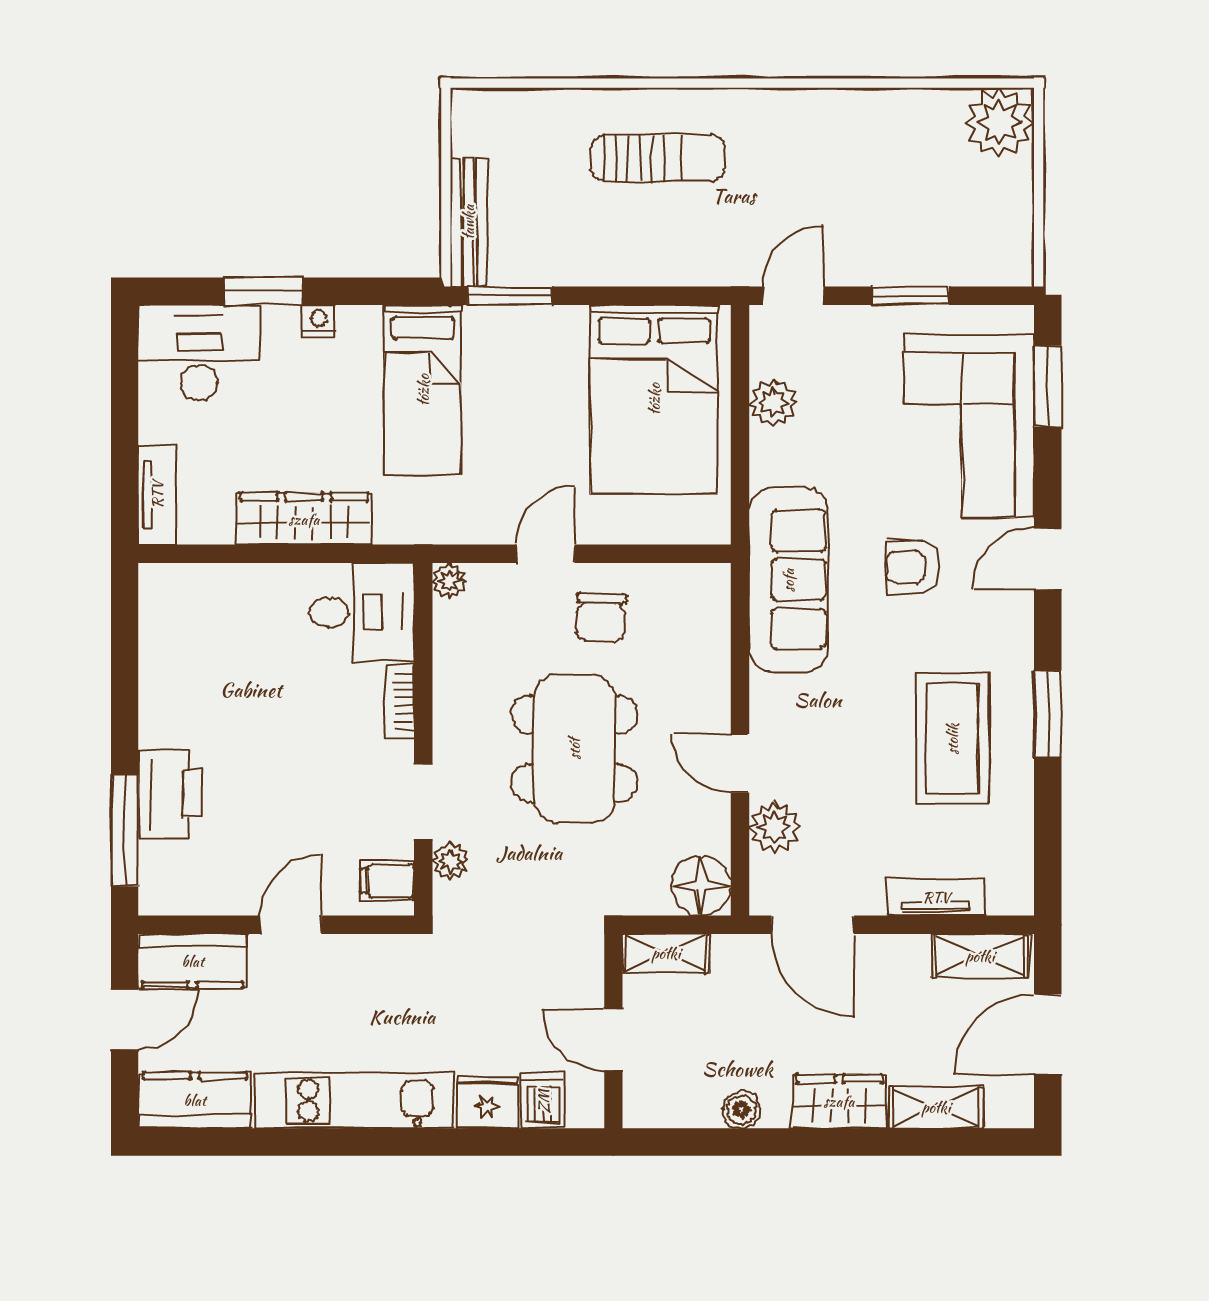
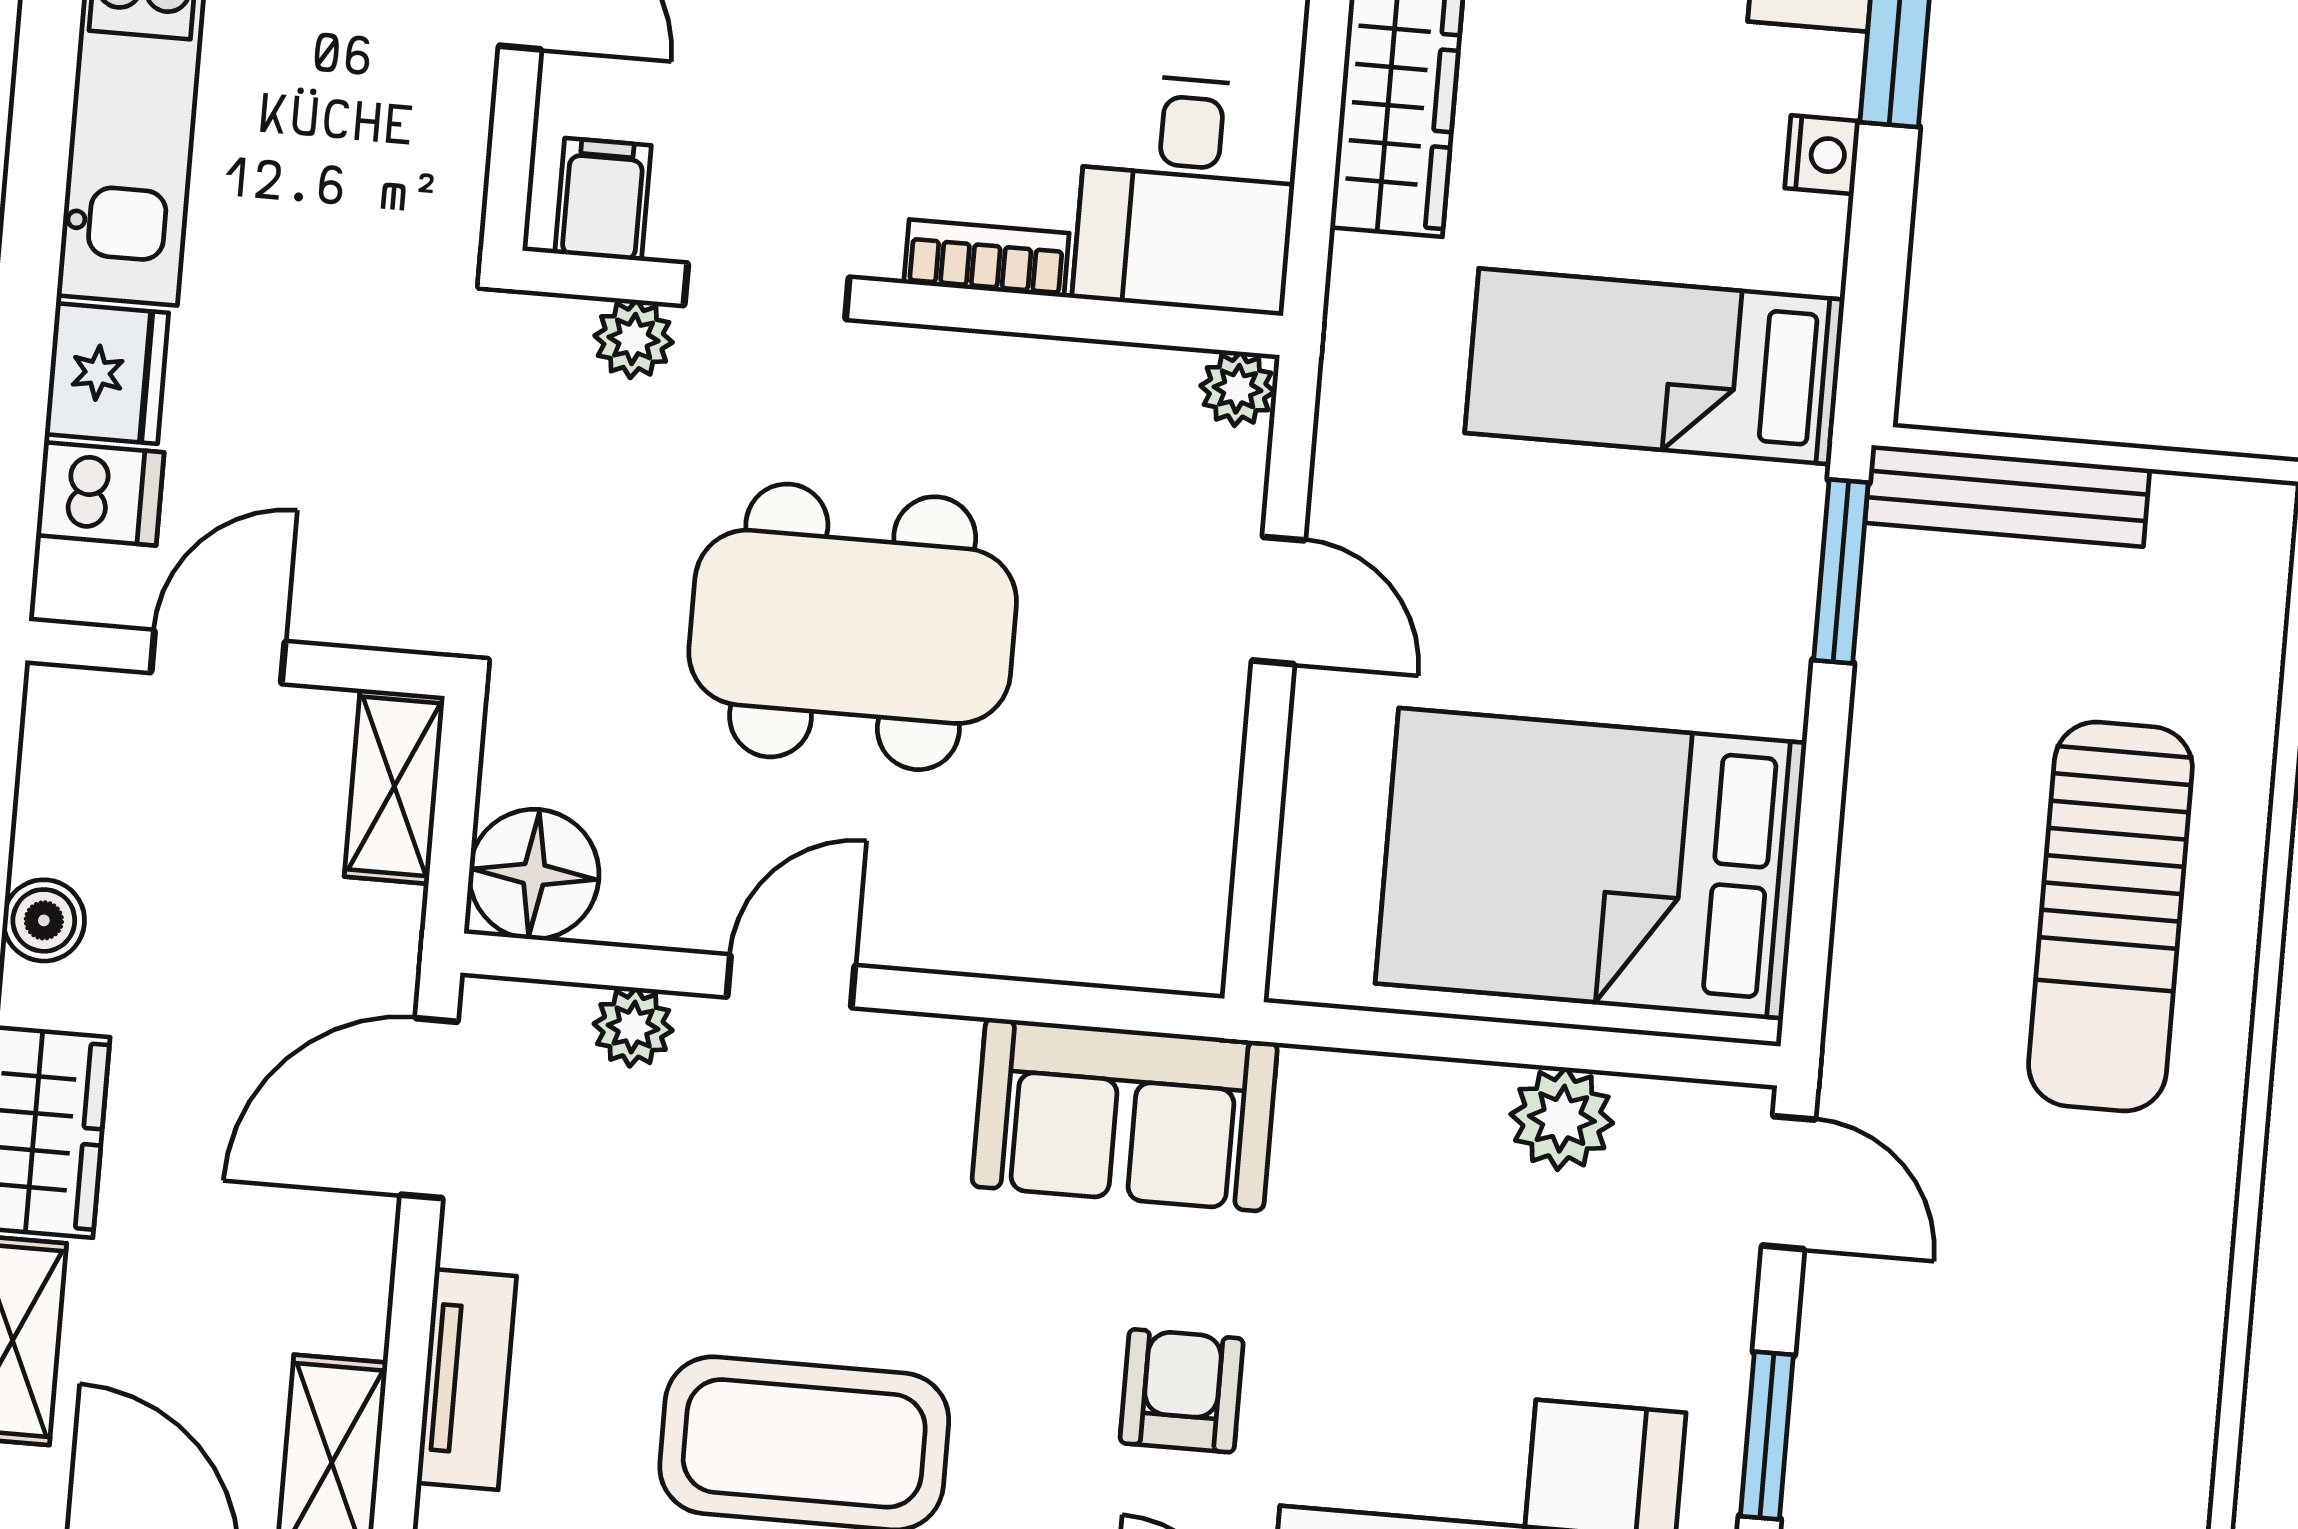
sun lounger: (658, 158) -> (2110, 916), width x1.36, depth x1.34
sofa: (788, 580) -> (1125, 1115), width x0.73
chair: (601, 618) -> (1130, 709), removed
plant: (774, 827) -> (633, 1027), width x0.73, depth x0.73

